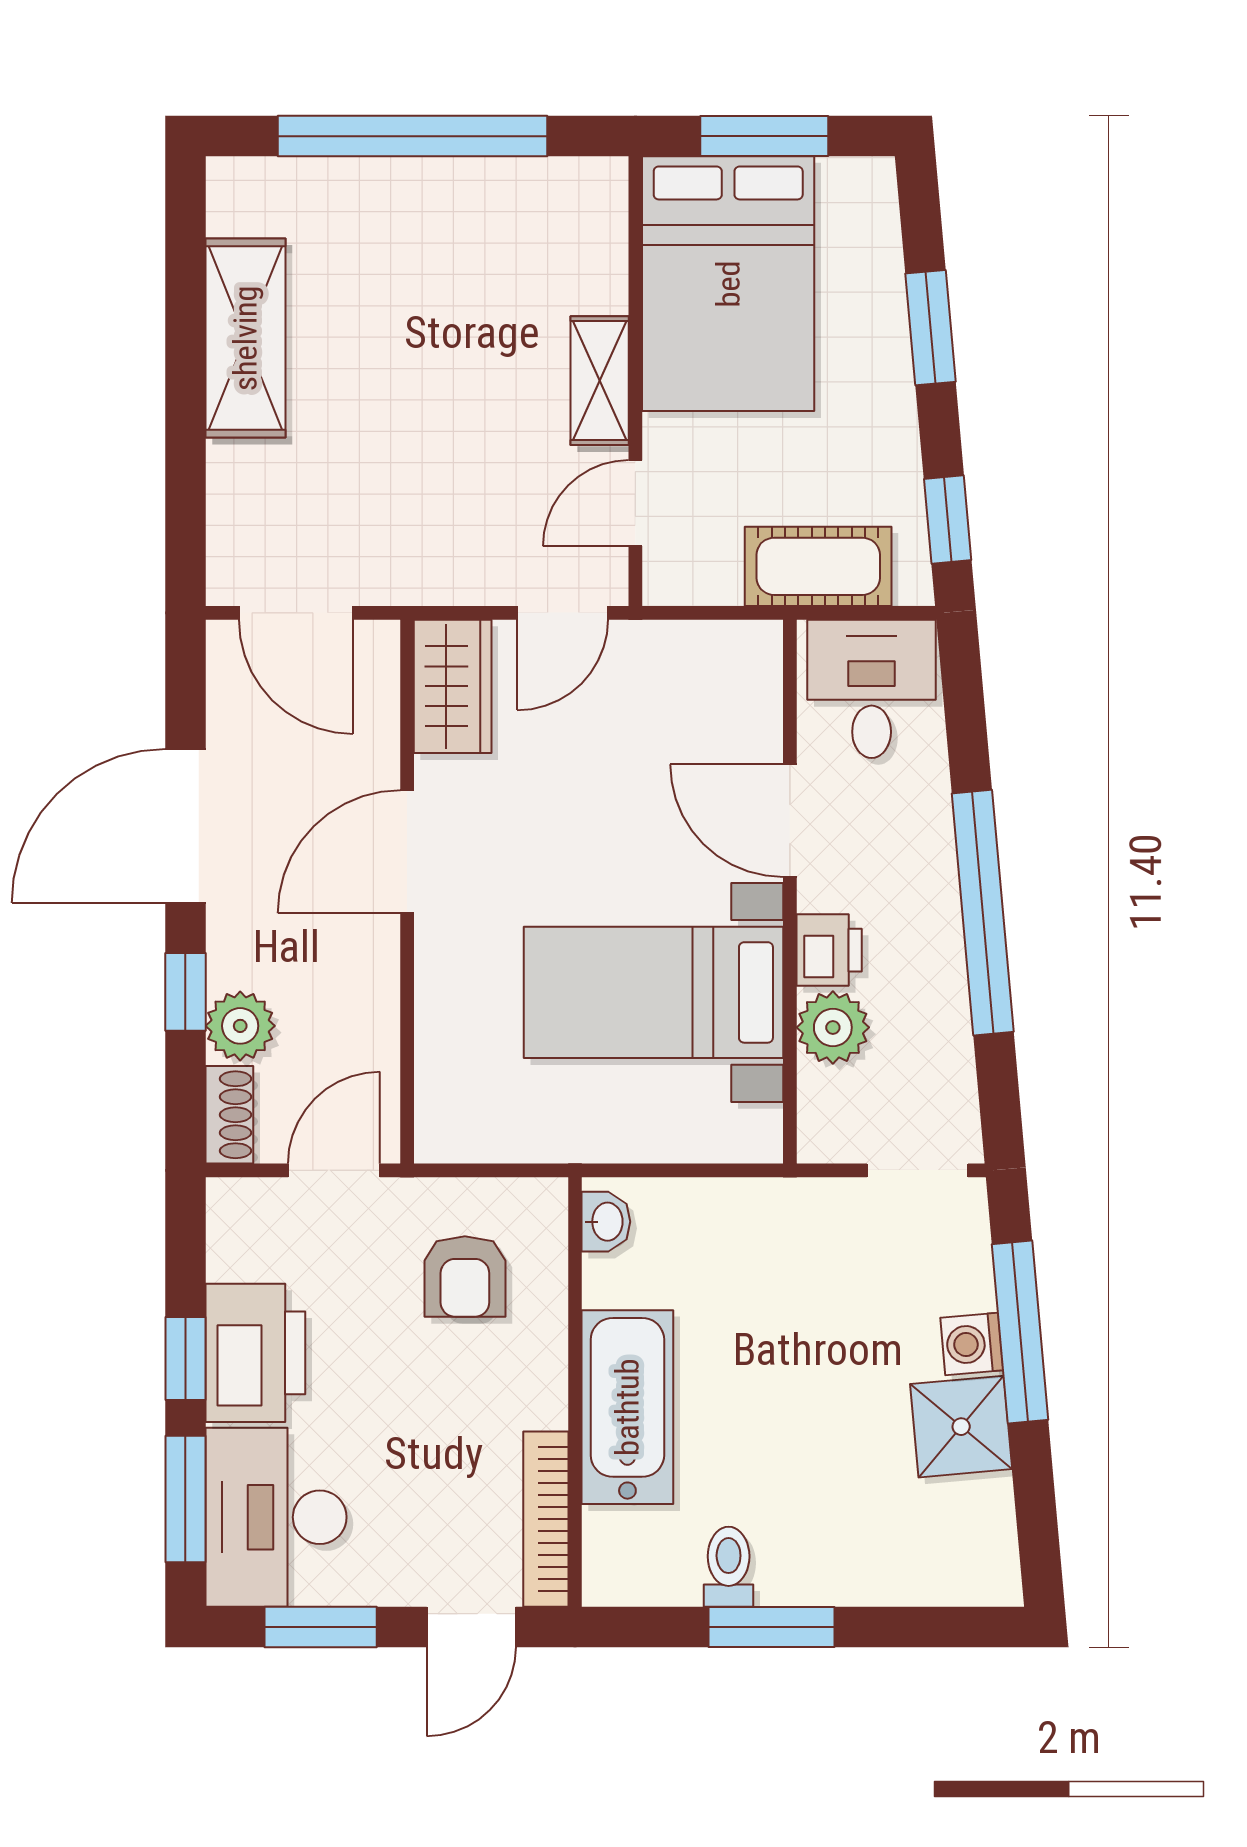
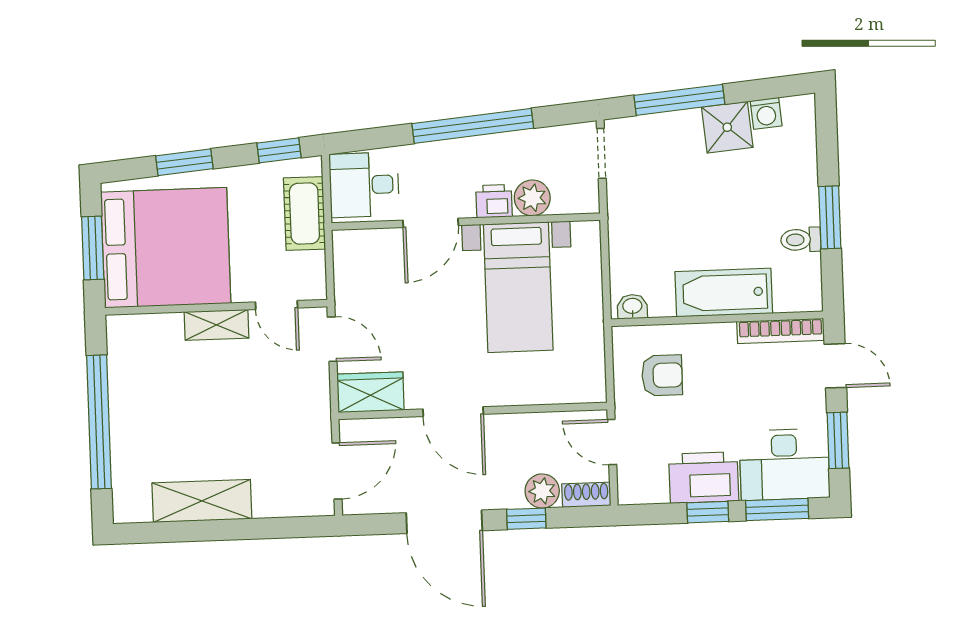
bed: (728, 284) -> (166, 248), width x1.36
washing machine: (972, 1344) -> (766, 113), moved

